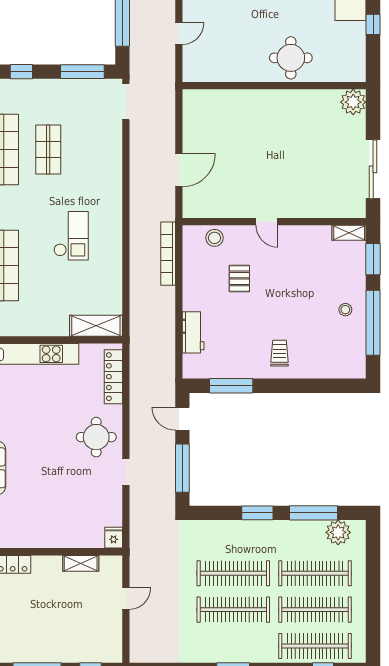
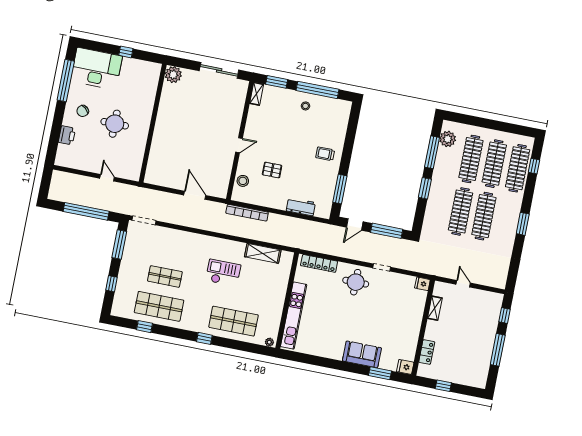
round table: (291, 58) -> (115, 124), moved
shelving: (96, 326) -> (263, 253), moved, turned 90

